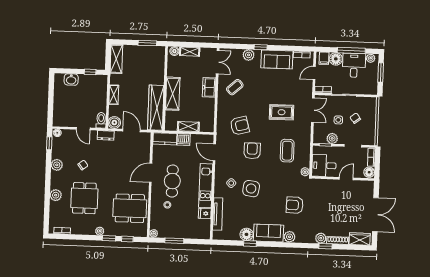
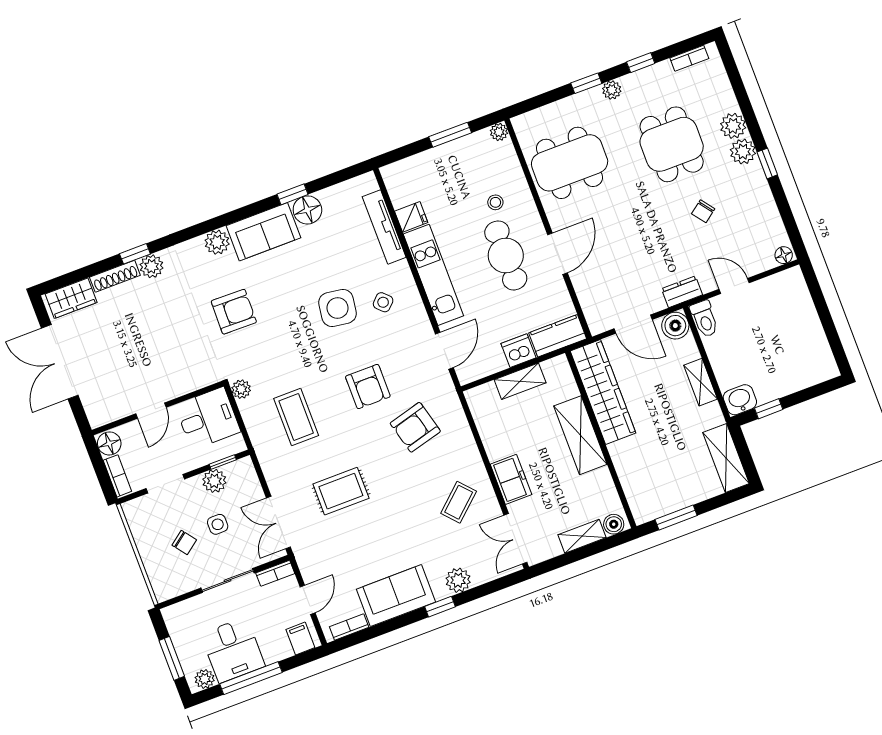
floor lamp: (336, 59) -> (276, 647), removed
washbasin: (71, 80) -> (740, 400), moved
window: (49, 143) -> (767, 163), moved
door: (214, 152) -> (444, 351), hinge flipped
plant: (57, 165) -> (743, 152), moved
window: (127, 239) -> (641, 63), moved

